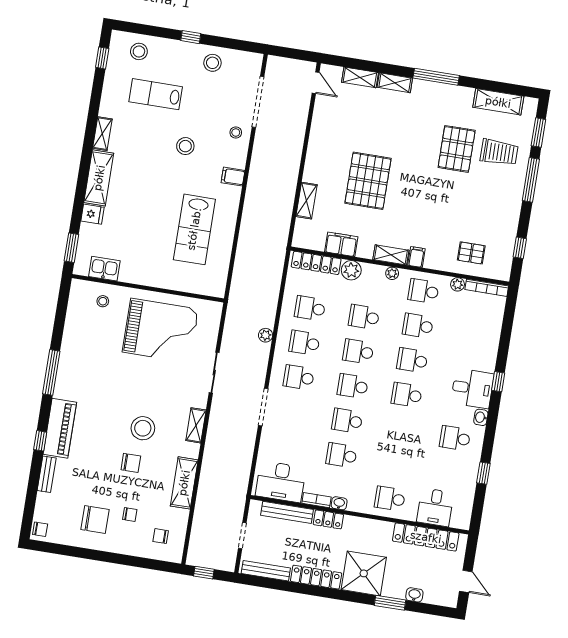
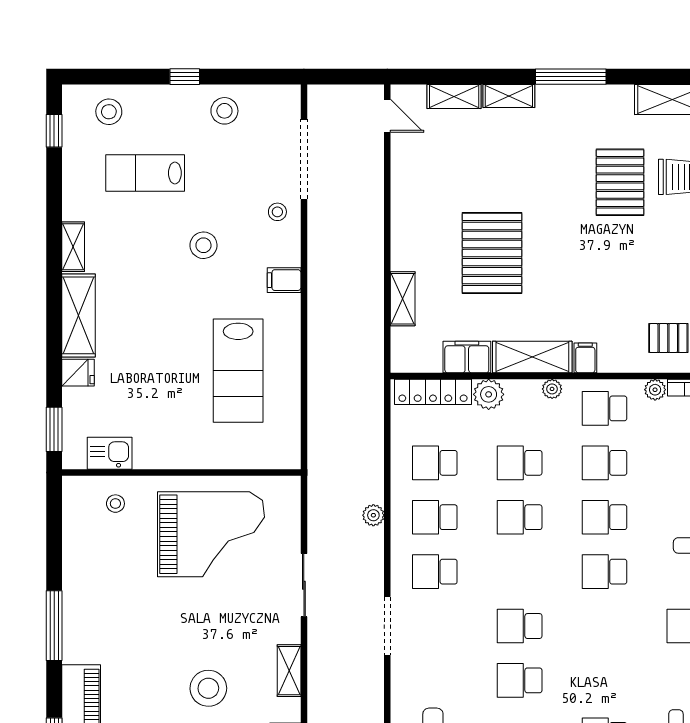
shelving: (391, 255) -> (532, 357), width x1.50, depth x1.33
school desk: (353, 386) -> (520, 572), removed

